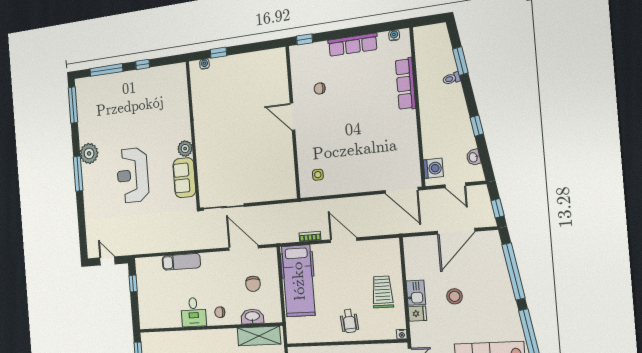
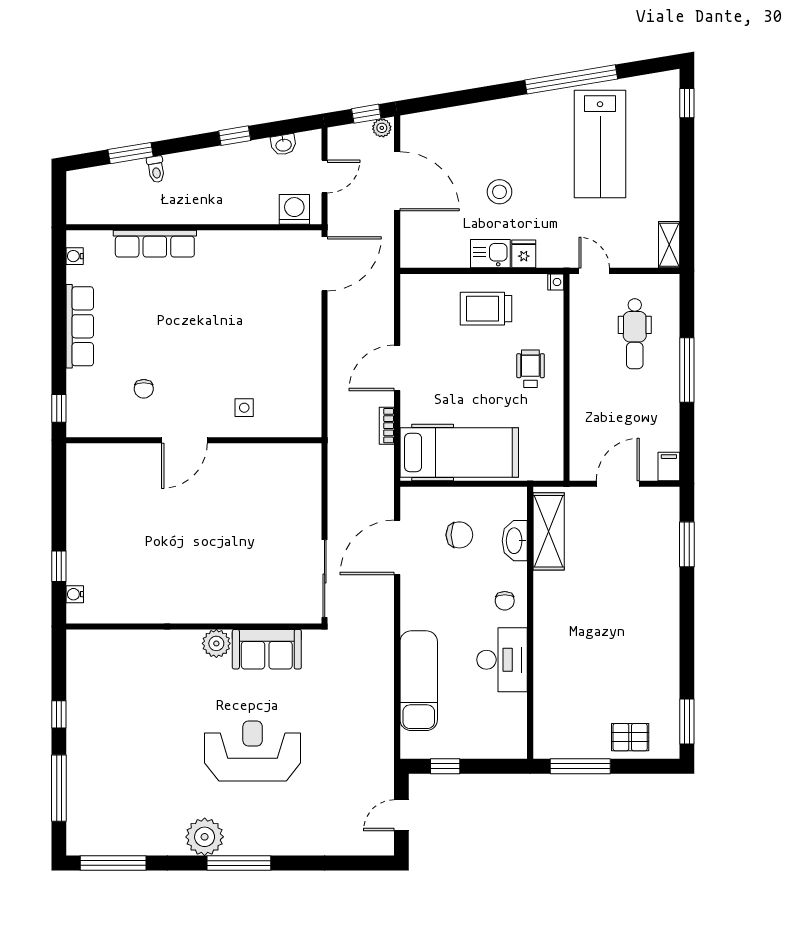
reception desk: (133, 175) -> (253, 751), turned 180
side table: (318, 175) -> (244, 408), moved
plant: (489, 219) -> (382, 128), added
exam couch: (181, 262) -> (419, 681), width x1.36, depth x1.45
window: (513, 271) -> (466, 97), removed
desk: (194, 312) -> (502, 660), width x1.37
wheelchair: (349, 321) -> (530, 369), turned -85

